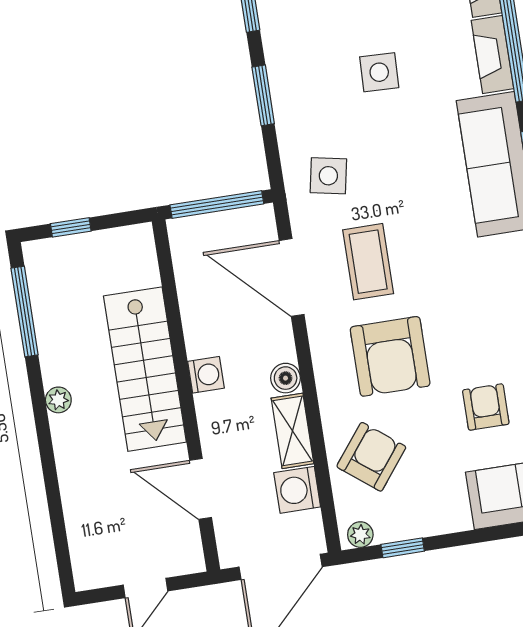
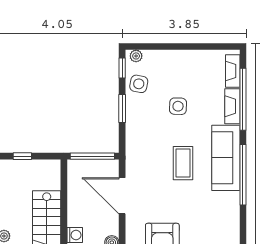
side table: (328, 176) -> (139, 84), moved
coffee table: (368, 262) -> (183, 163), moved

